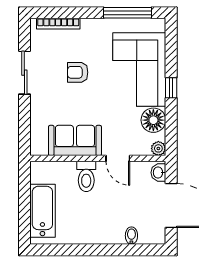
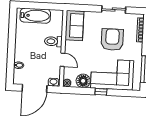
armchair: (78, 72) -> (112, 40), width x1.88, depth x1.88
sofa: (75, 140) -> (74, 25), moved
door: (118, 158) -> (63, 60), swing flipped

